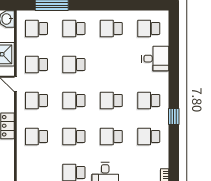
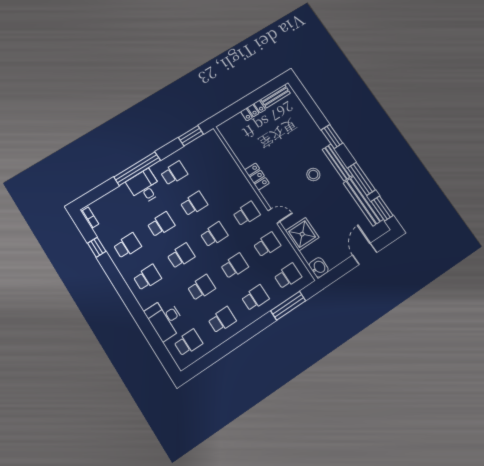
desk: (155, 59) -> (165, 319), width x1.37
window: (174, 116) -> (97, 247), moved
school desk: (36, 136) -> (201, 288), moved

